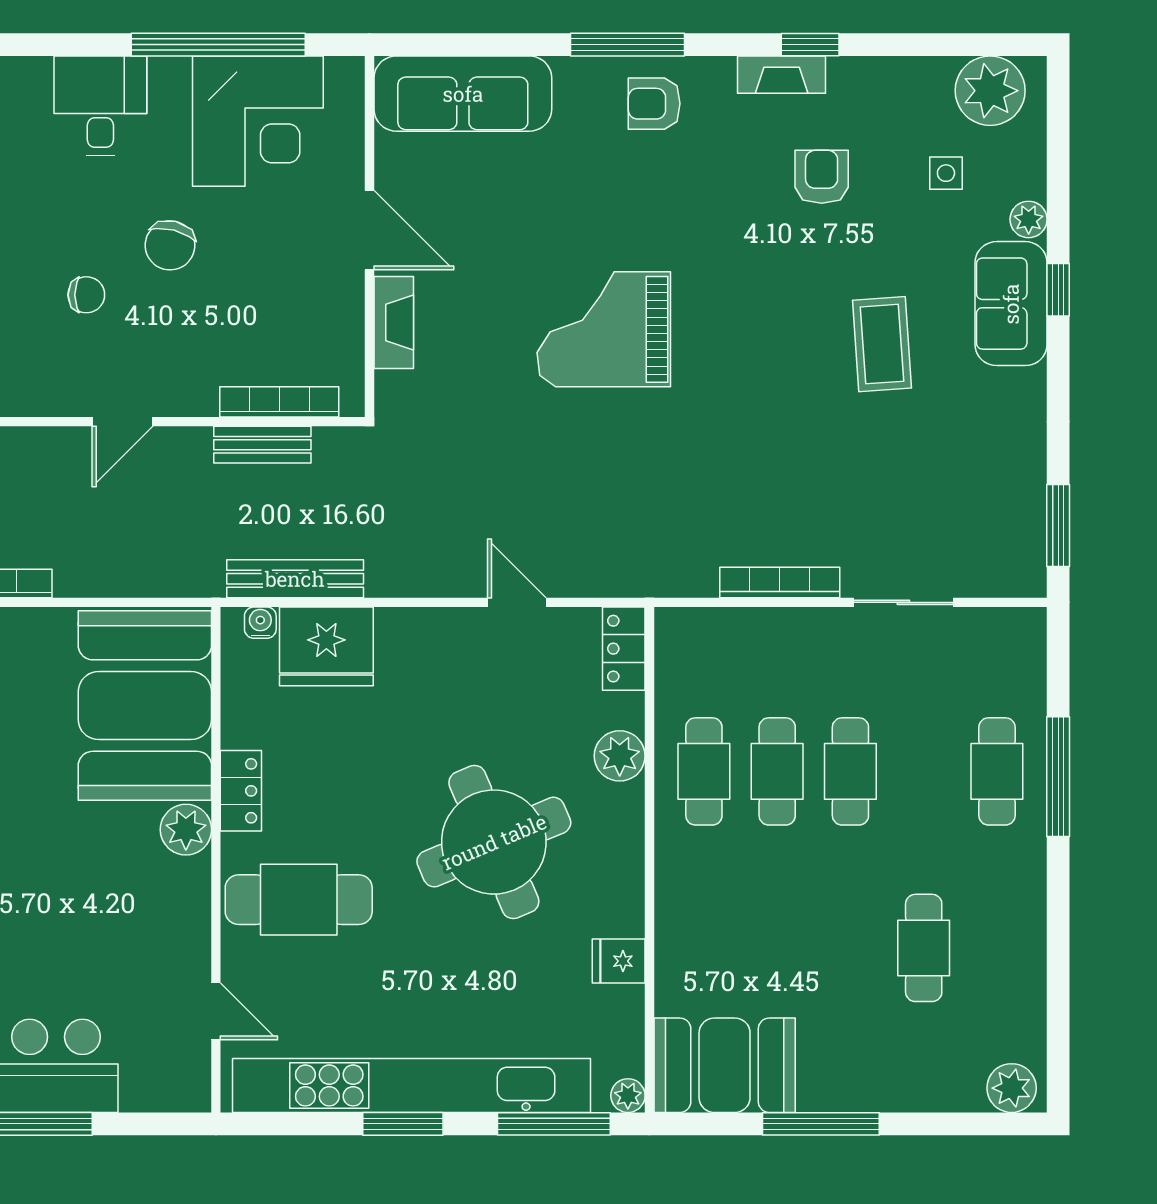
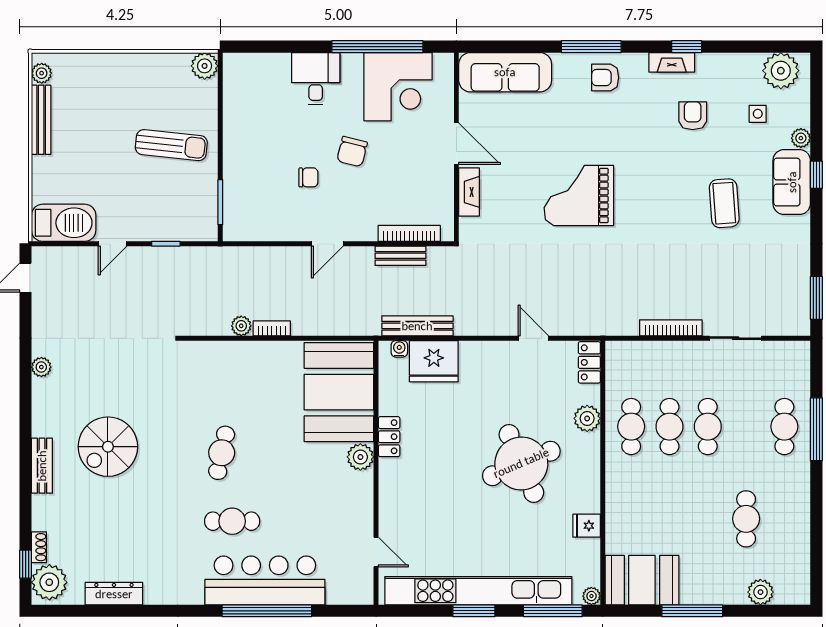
cafe table: (299, 900) -> (419, 494), removed
plant: (1012, 1088) -> (760, 592), moved

